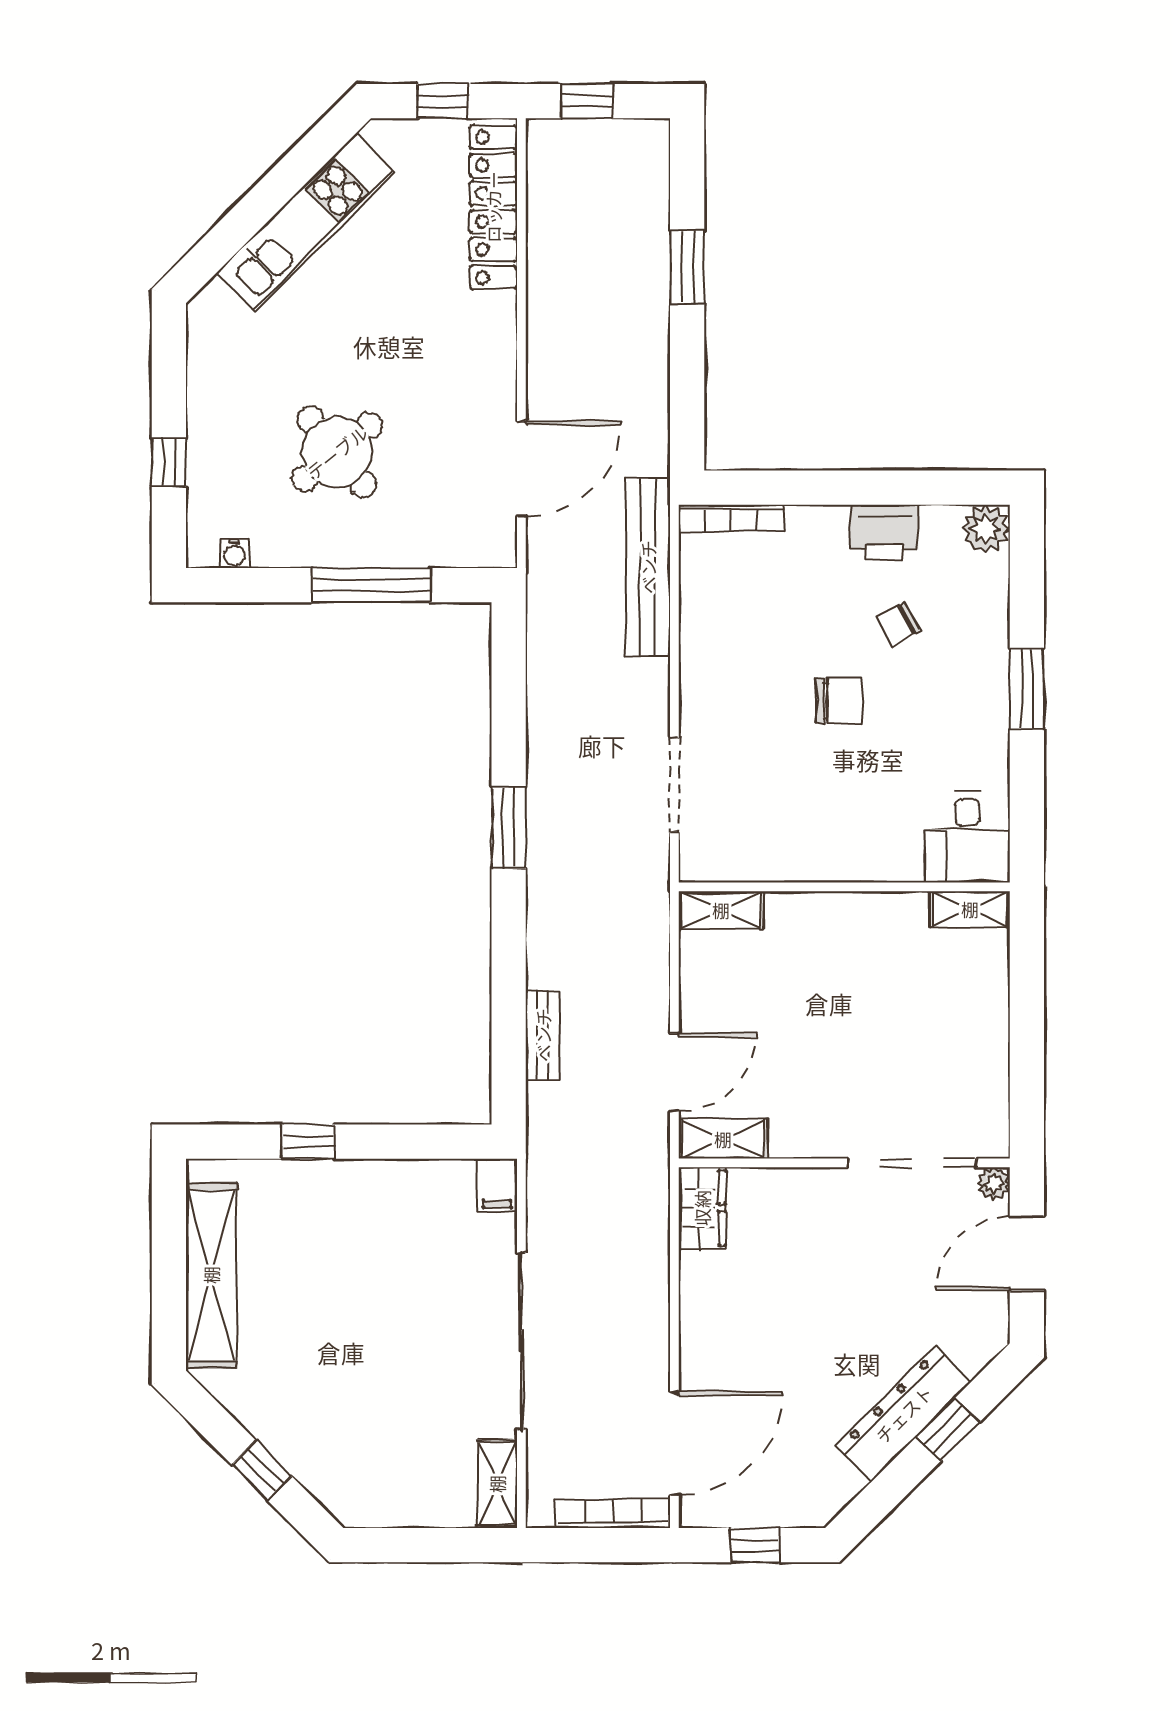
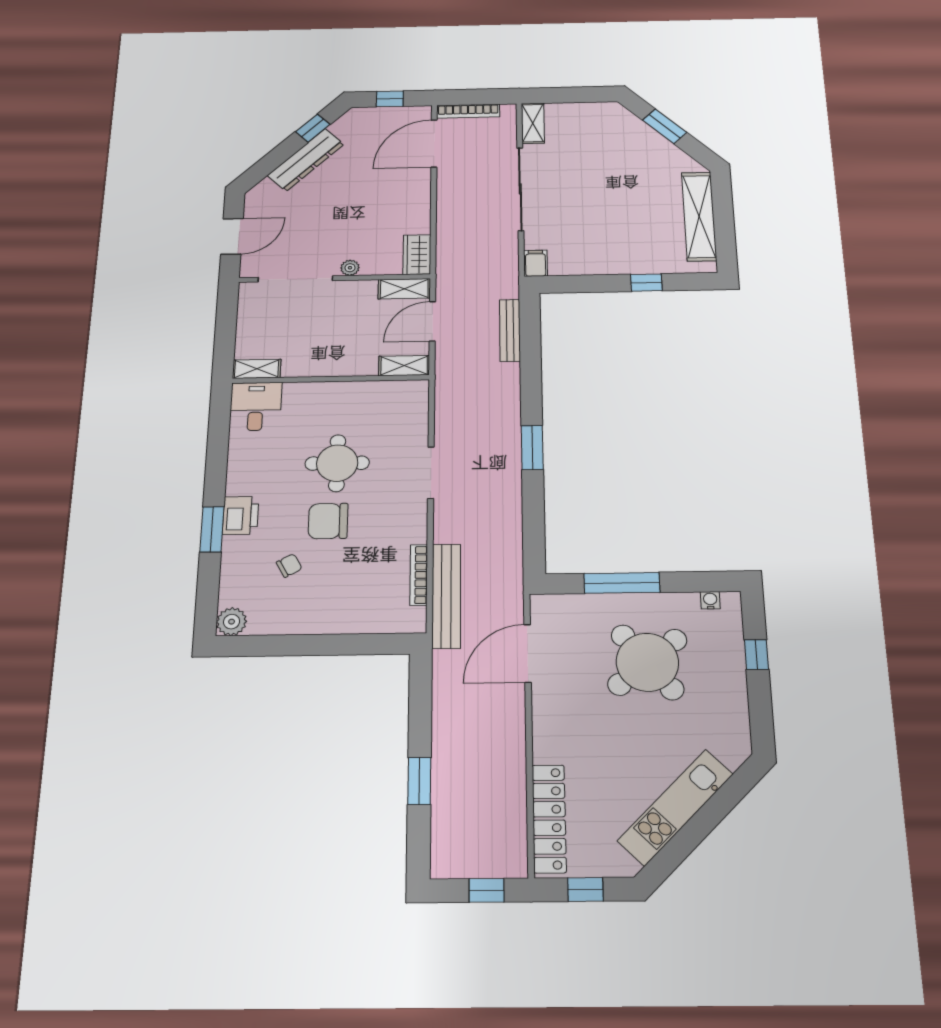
round table: (337, 452) -> (647, 662), width x1.36, depth x1.36
bookcase: (731, 518) -> (419, 575), moved, turned -90
printer: (884, 533) -> (241, 515), moved, turned 90
chair: (839, 701) -> (328, 521), width x1.37, depth x1.37
round table: (828, 805) -> (337, 463), added
desk: (968, 837) -> (256, 406), moved
wall: (844, 887) -> (331, 379), moved
shelving: (970, 909) -> (257, 369), moved
shelving: (721, 910) -> (404, 366), moved
bench: (543, 1035) -> (510, 330), width x1.36
plant: (993, 1183) -> (350, 268), moved
window: (948, 1429) -> (313, 128), moved
window: (262, 1470) -> (665, 126), width x1.50

